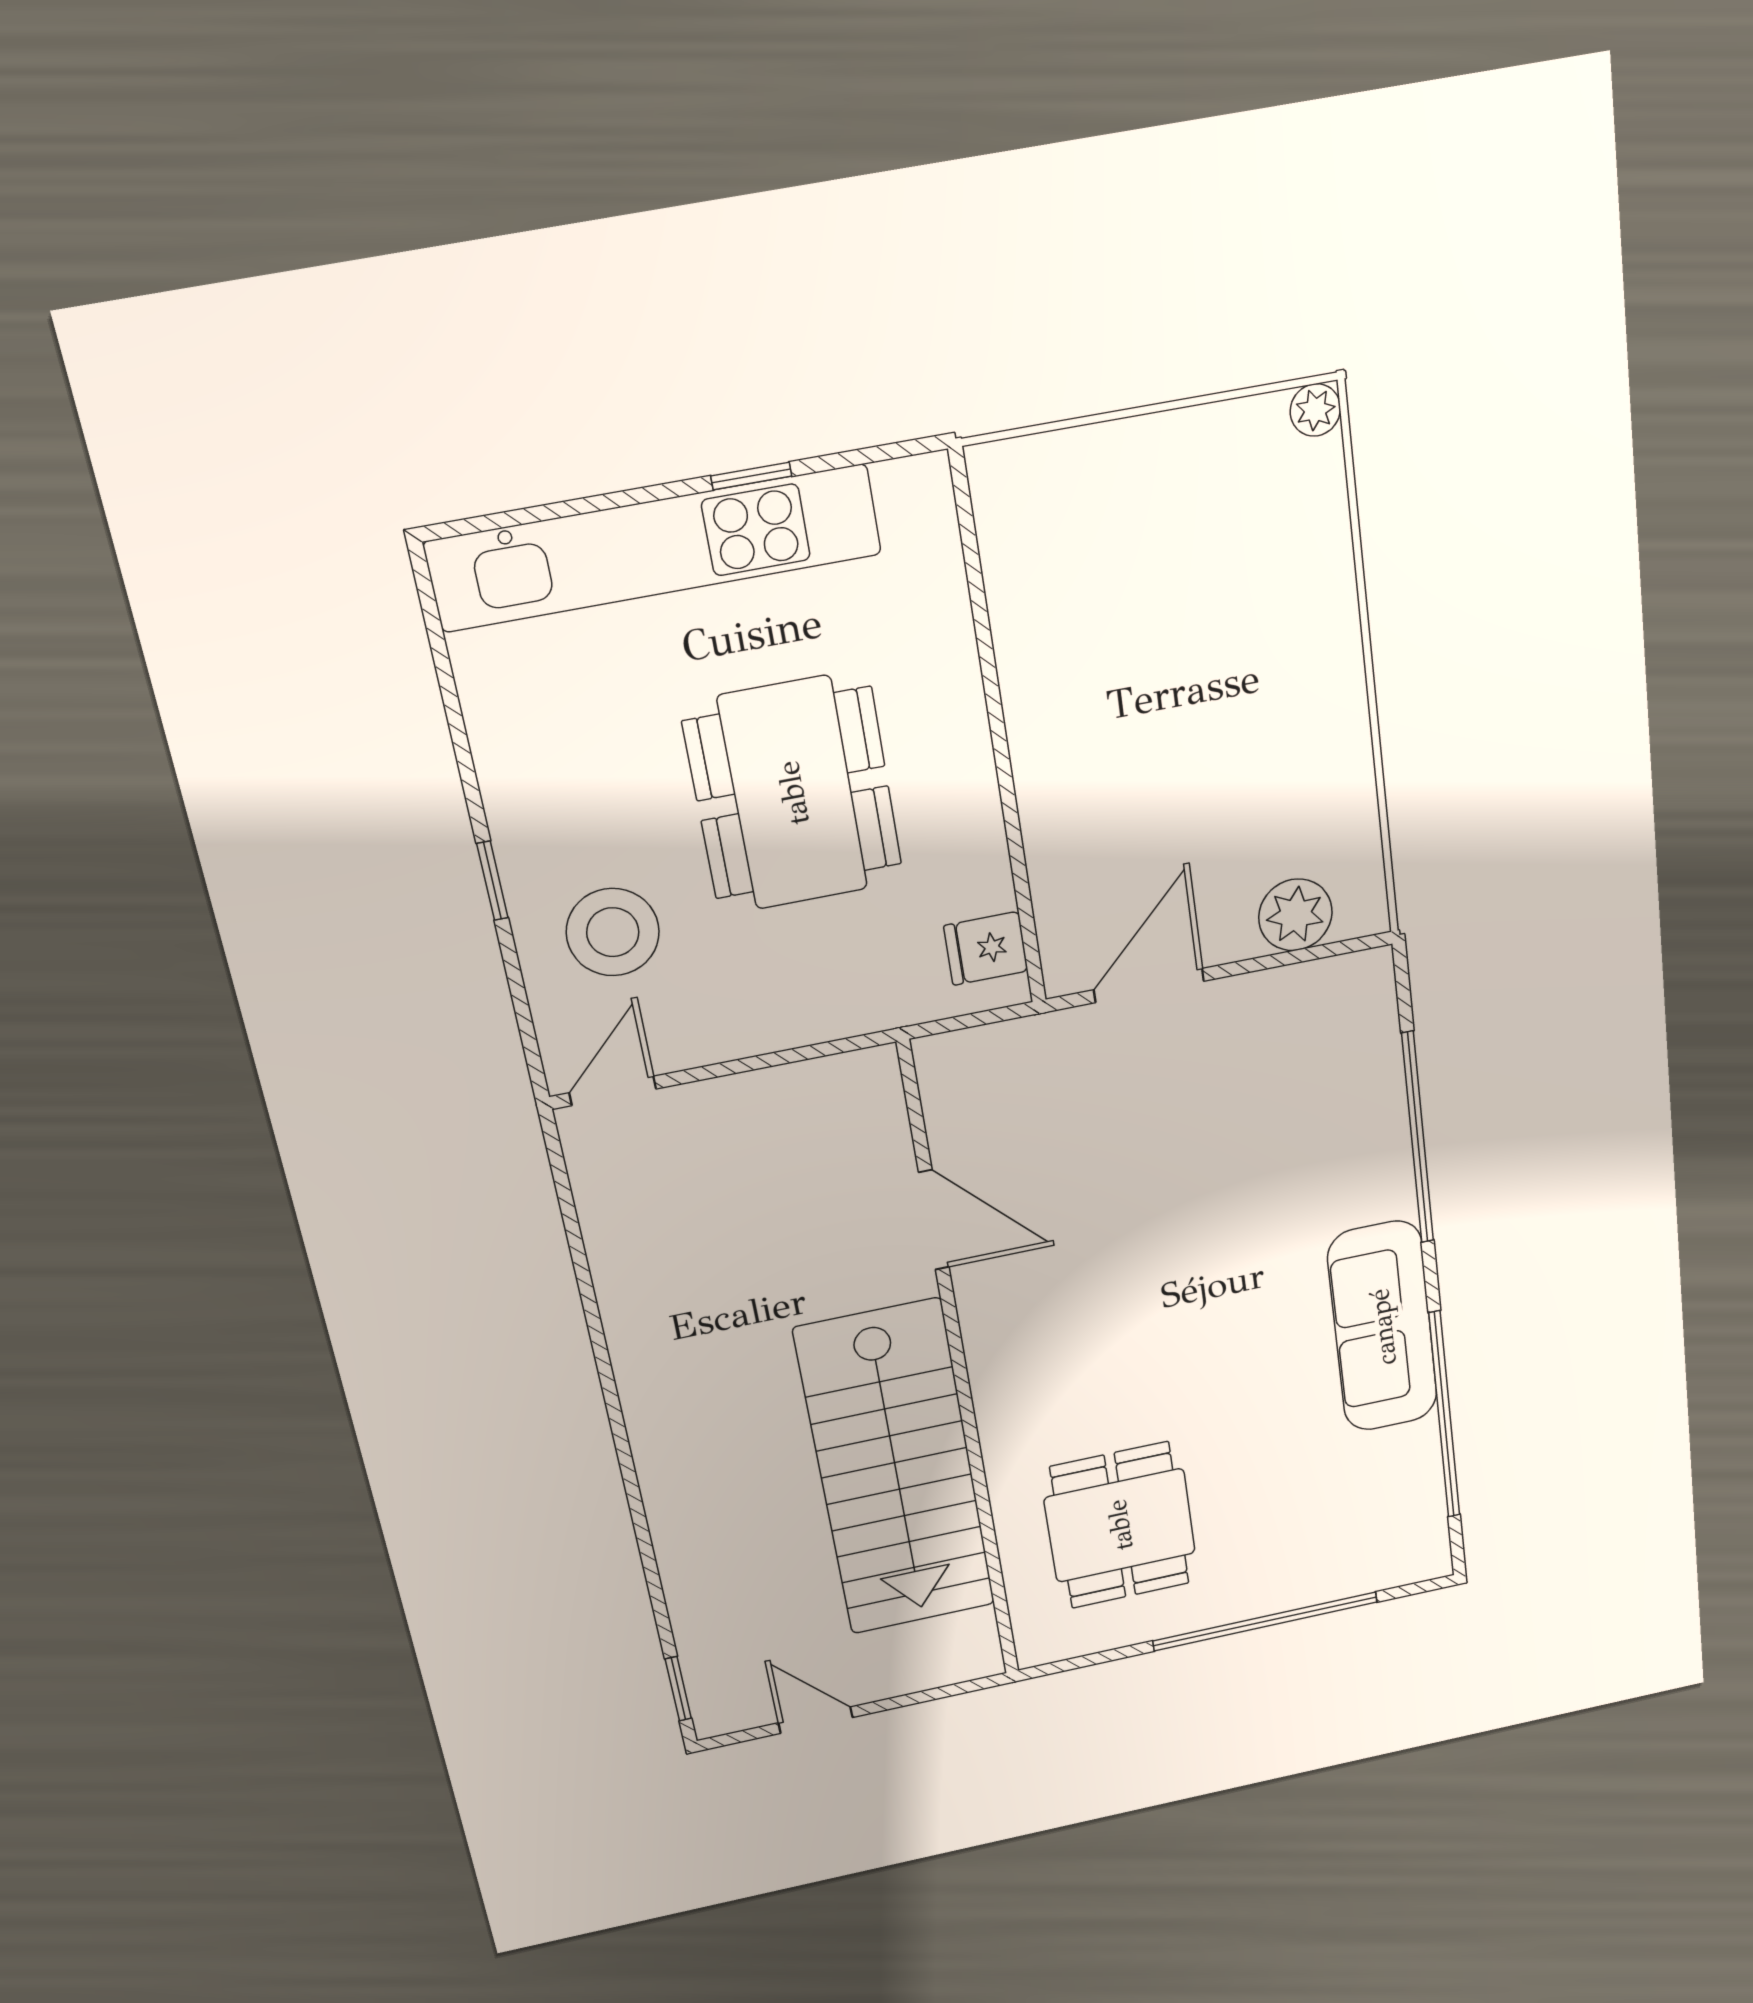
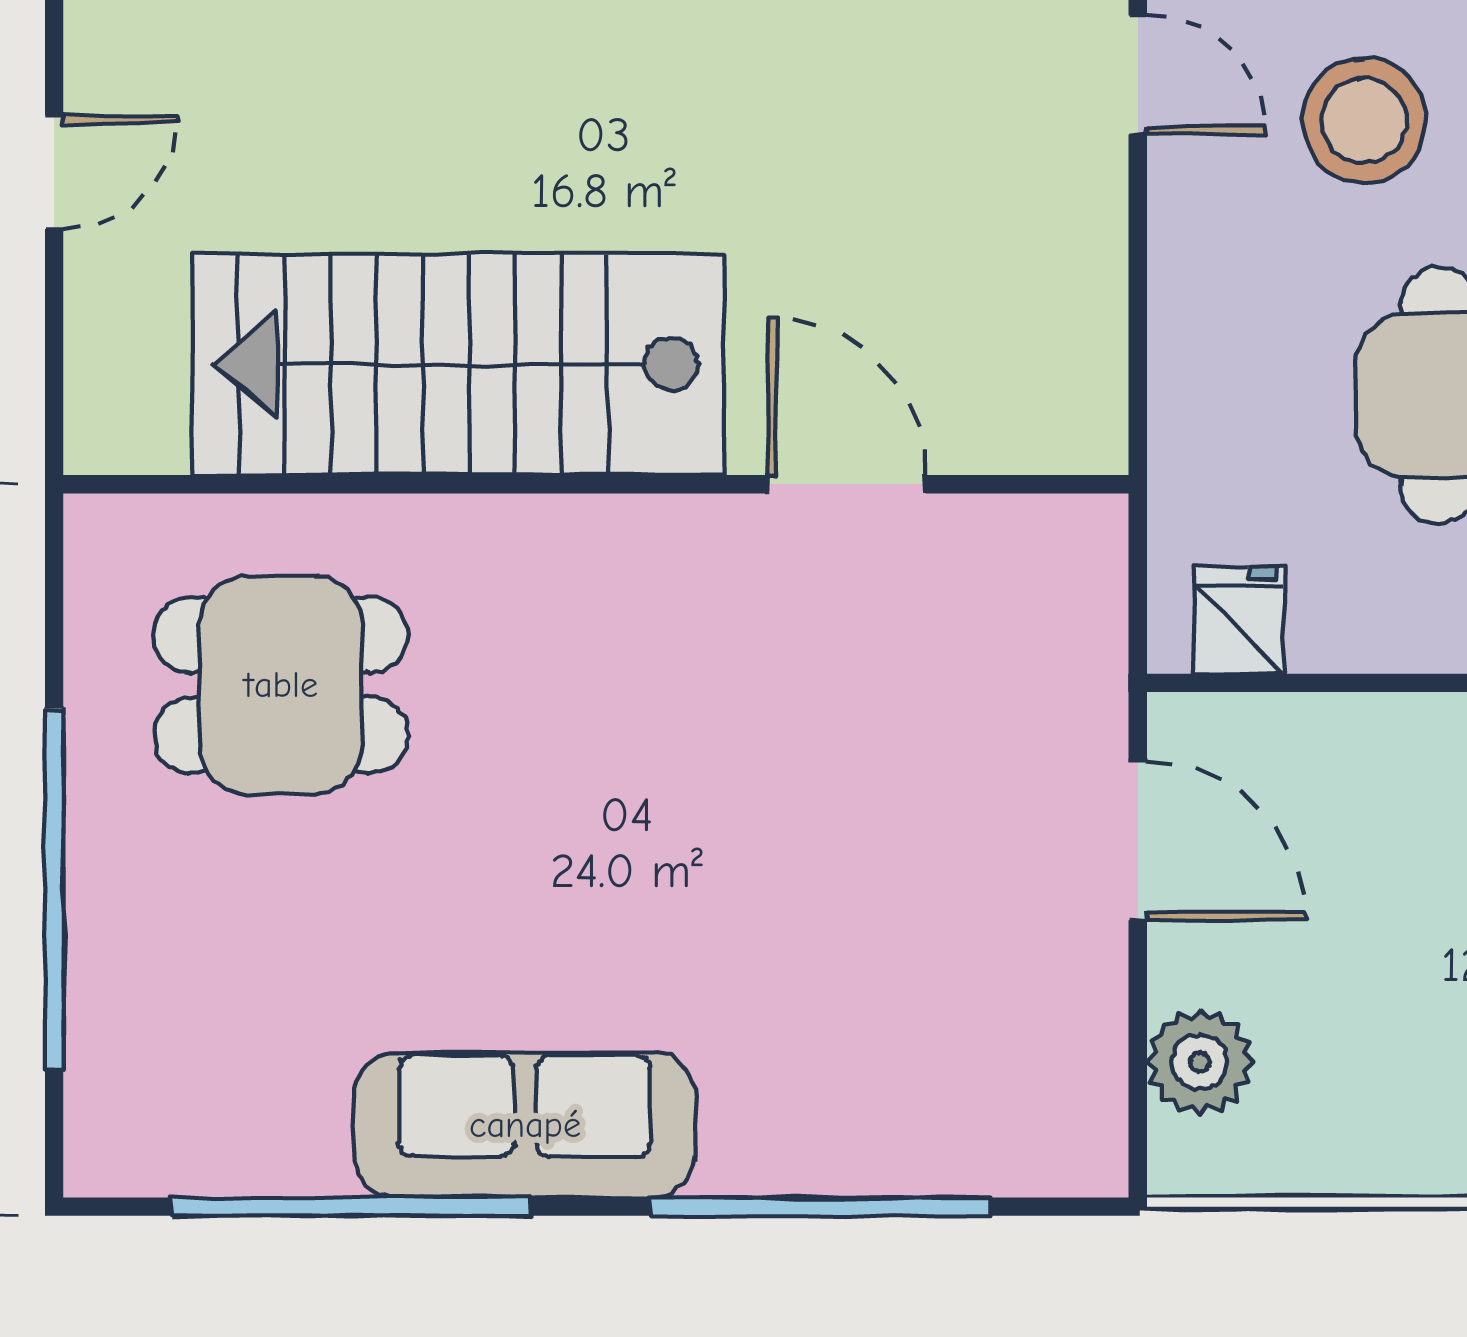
door: (934, 1220) -> (847, 484), swing flipped

